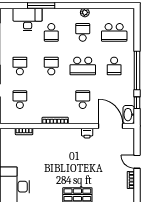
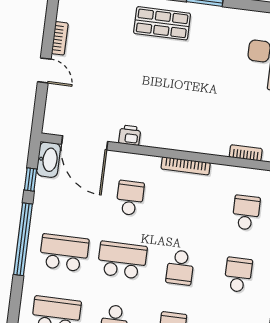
school desk: (20, 66) -> (238, 275), turned 180
school desk: (114, 66) -> (64, 253), width x1.85
school desk: (20, 100) -> (246, 213), turned 180
school desk: (83, 100) -> (130, 198), turned 180

